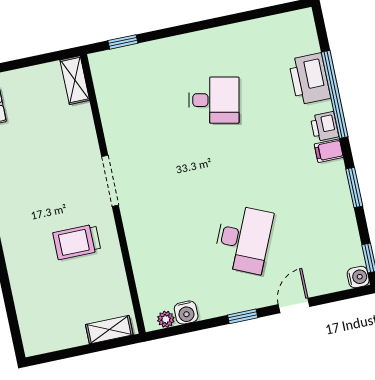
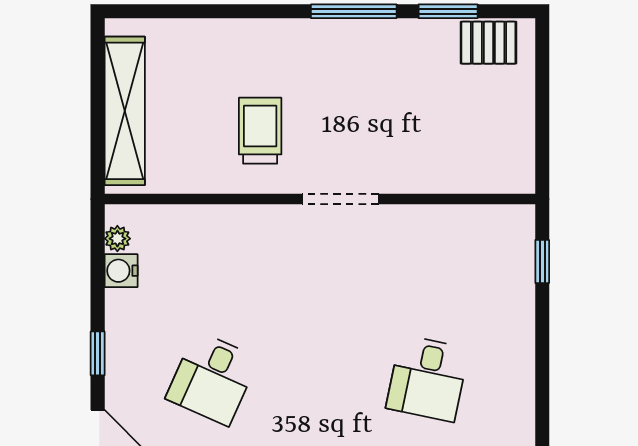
shelving: (75, 80) -> (501, 178), removed
desk: (243, 239) -> (212, 378), width x0.73
shelving: (109, 330) -> (125, 111), width x2.20, depth x1.33

